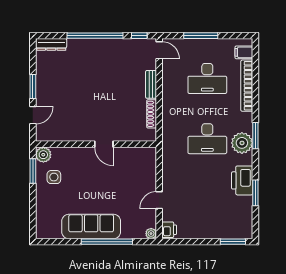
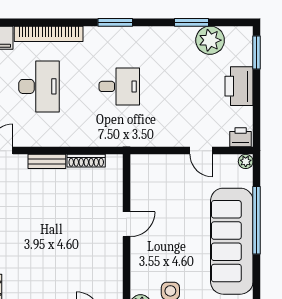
desk: (207, 139) -> (119, 86), width x0.73
plant: (242, 143) -> (210, 40), moved
printer: (242, 180) -> (239, 86), moved, turned 90
sofa: (91, 226) -> (232, 241), width x1.36, depth x1.27

